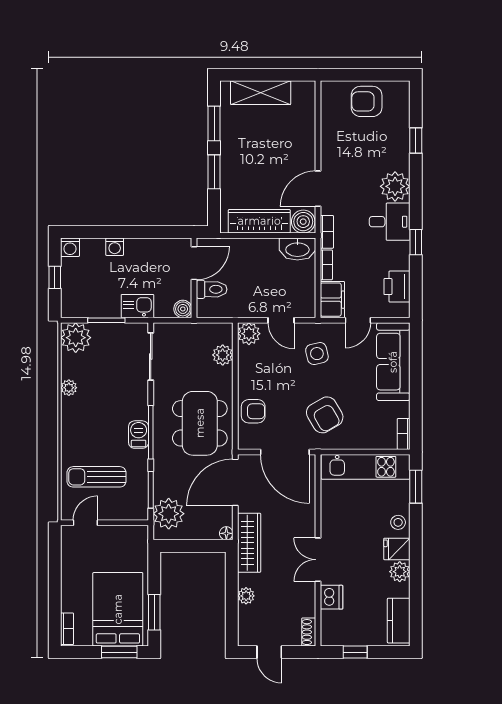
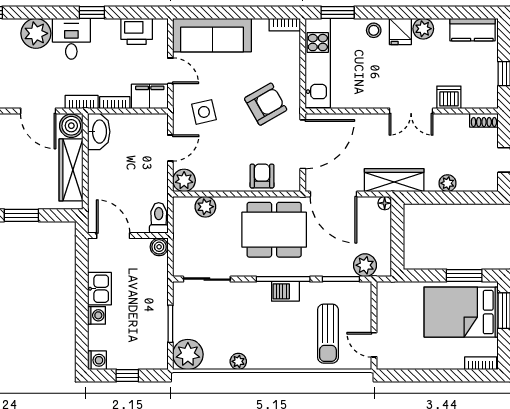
toilet: (212, 289) -> (159, 218), moved
kitchen sink: (137, 306) -> (100, 289), moved, turned 180
plant: (169, 514) -> (365, 265), width x0.73, depth x0.73

